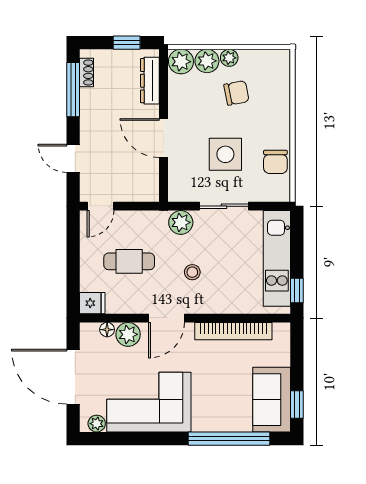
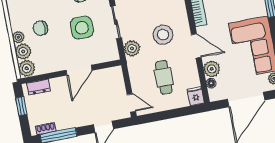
dresser: (150, 81) -> (38, 87), width x0.70
chair: (236, 93) -> (40, 28), turned -79
stool: (192, 272) -> (163, 35), width x1.89, depth x1.89

